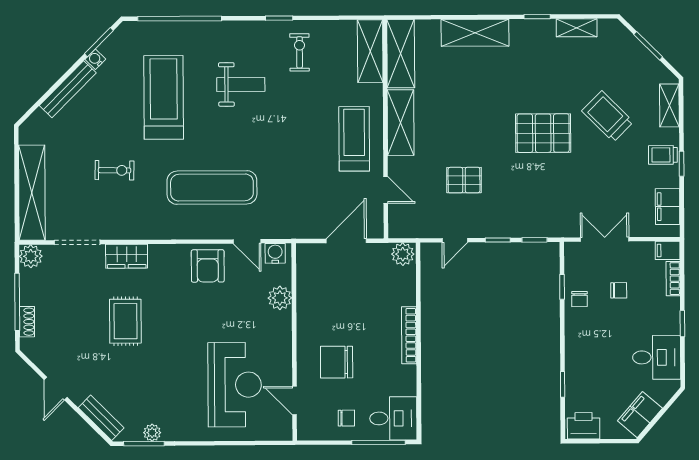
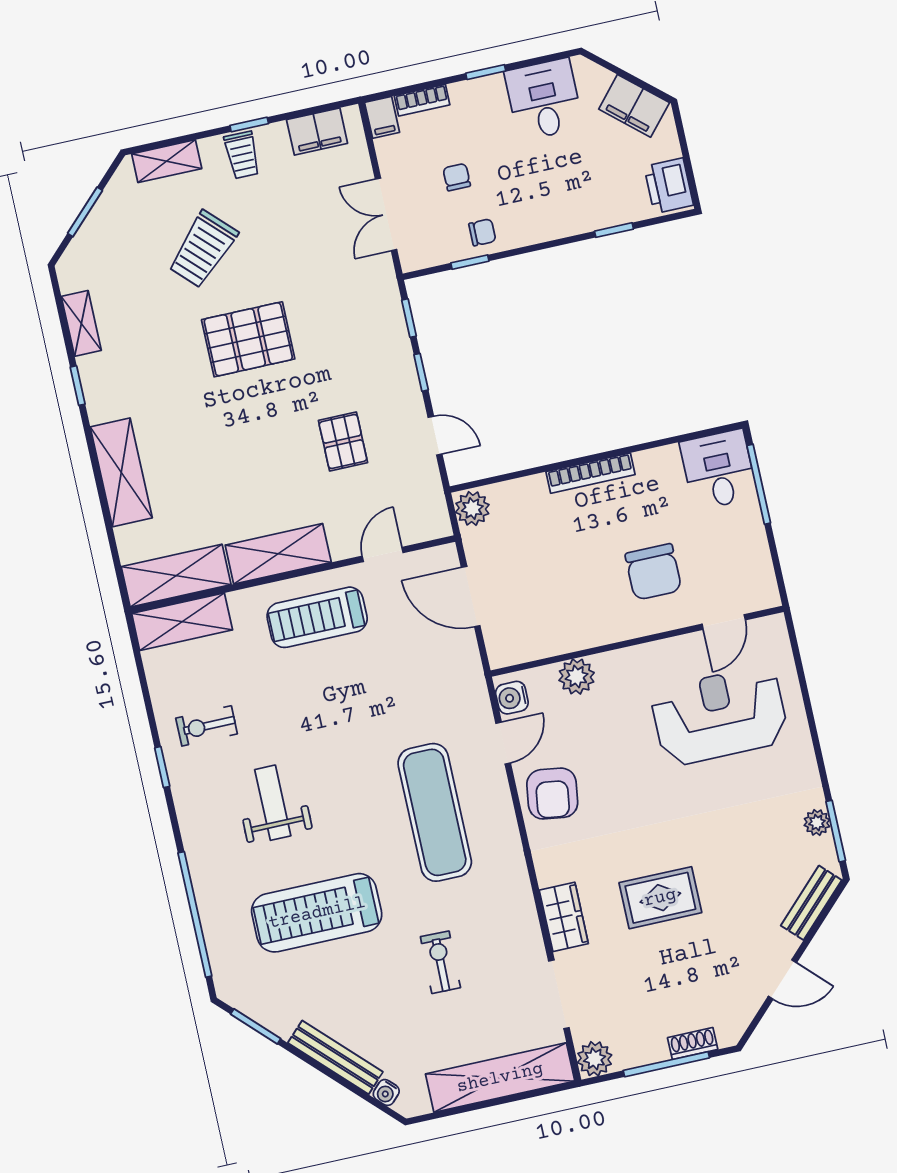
water cooler: (95, 59) -> (386, 1092), moved
pallet: (543, 133) -> (248, 339), turned 90
armchair: (208, 266) -> (552, 794), turned 98
chair: (346, 418) -> (733, 539), removed

